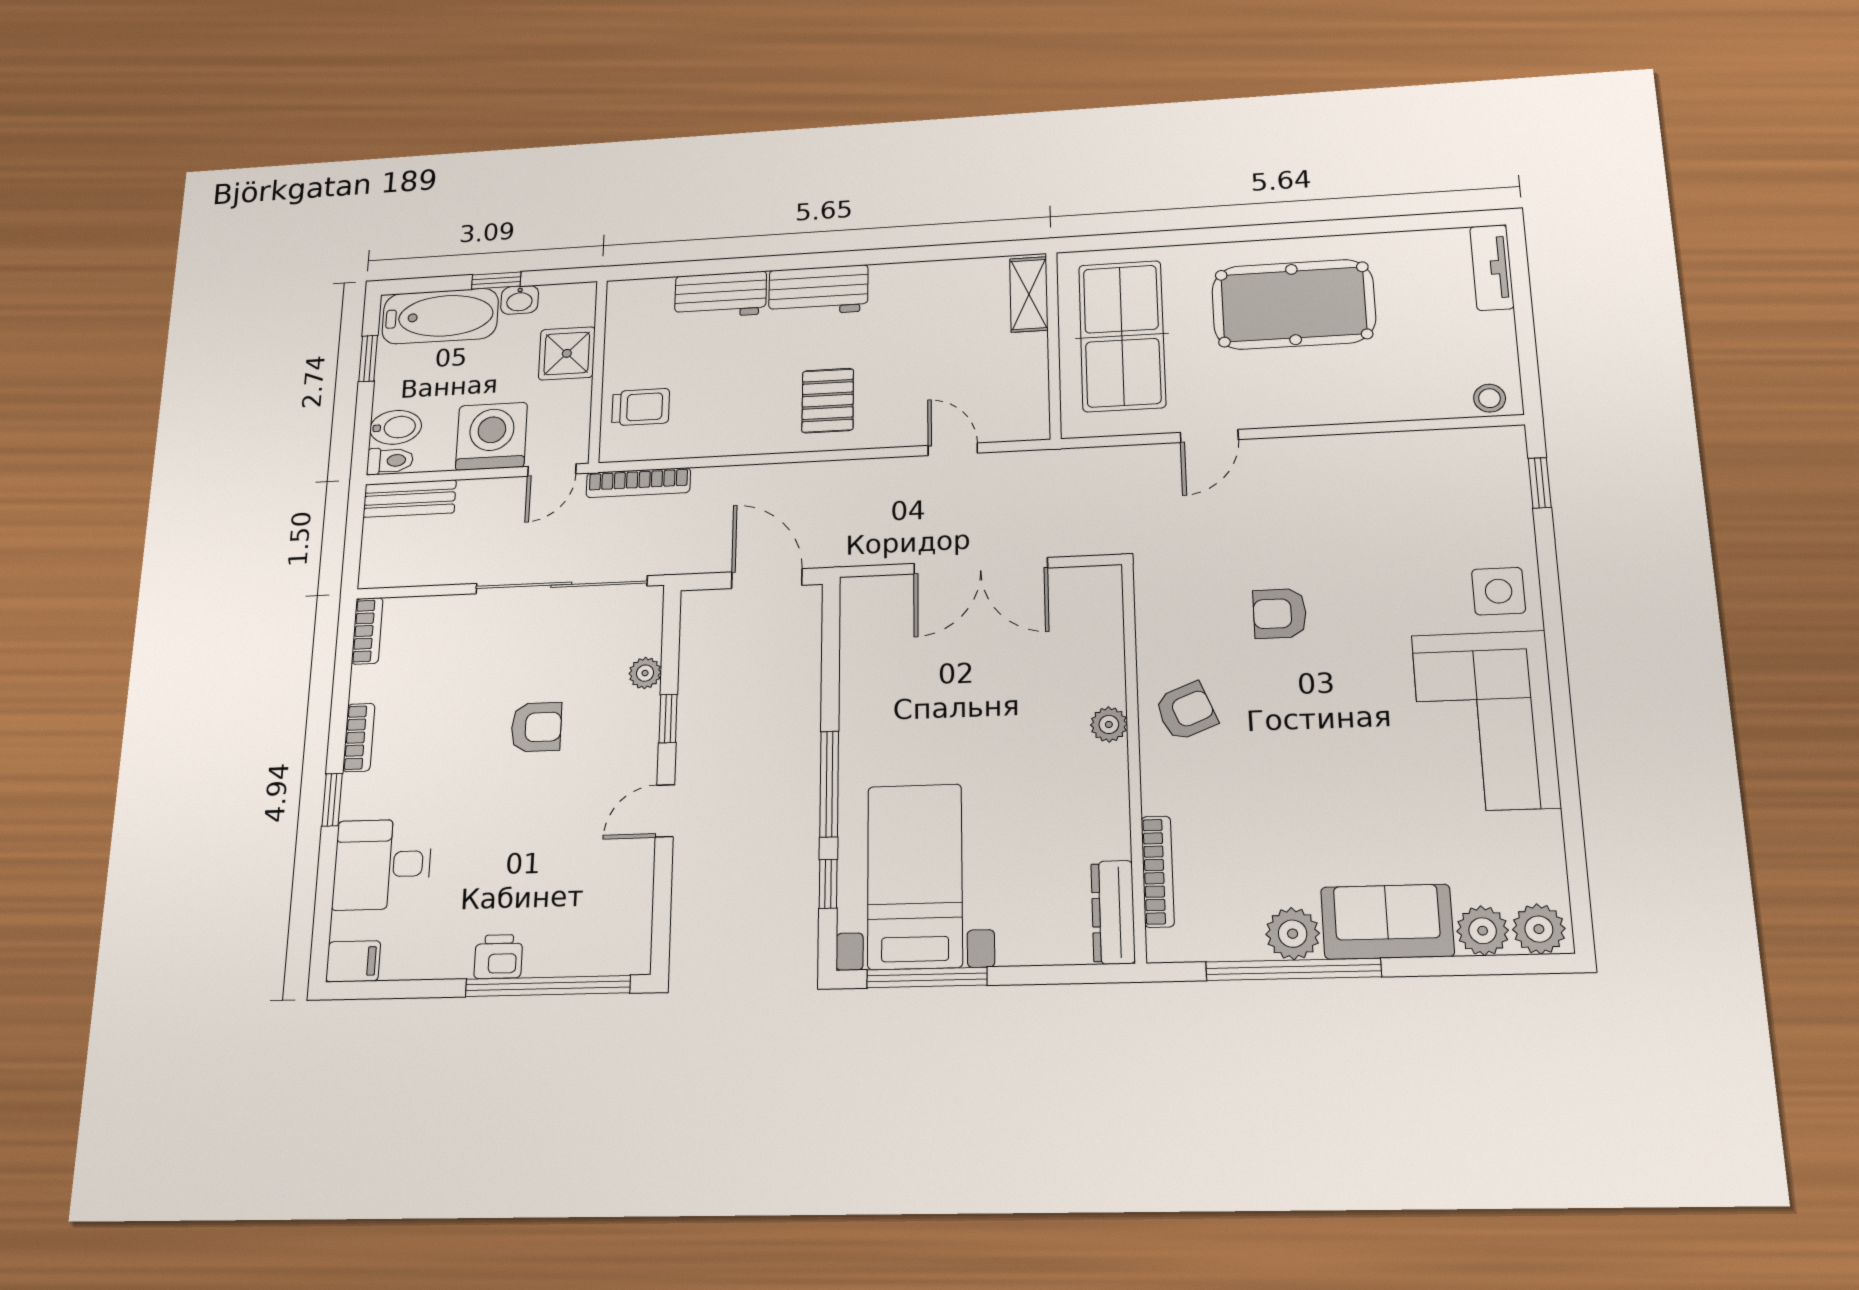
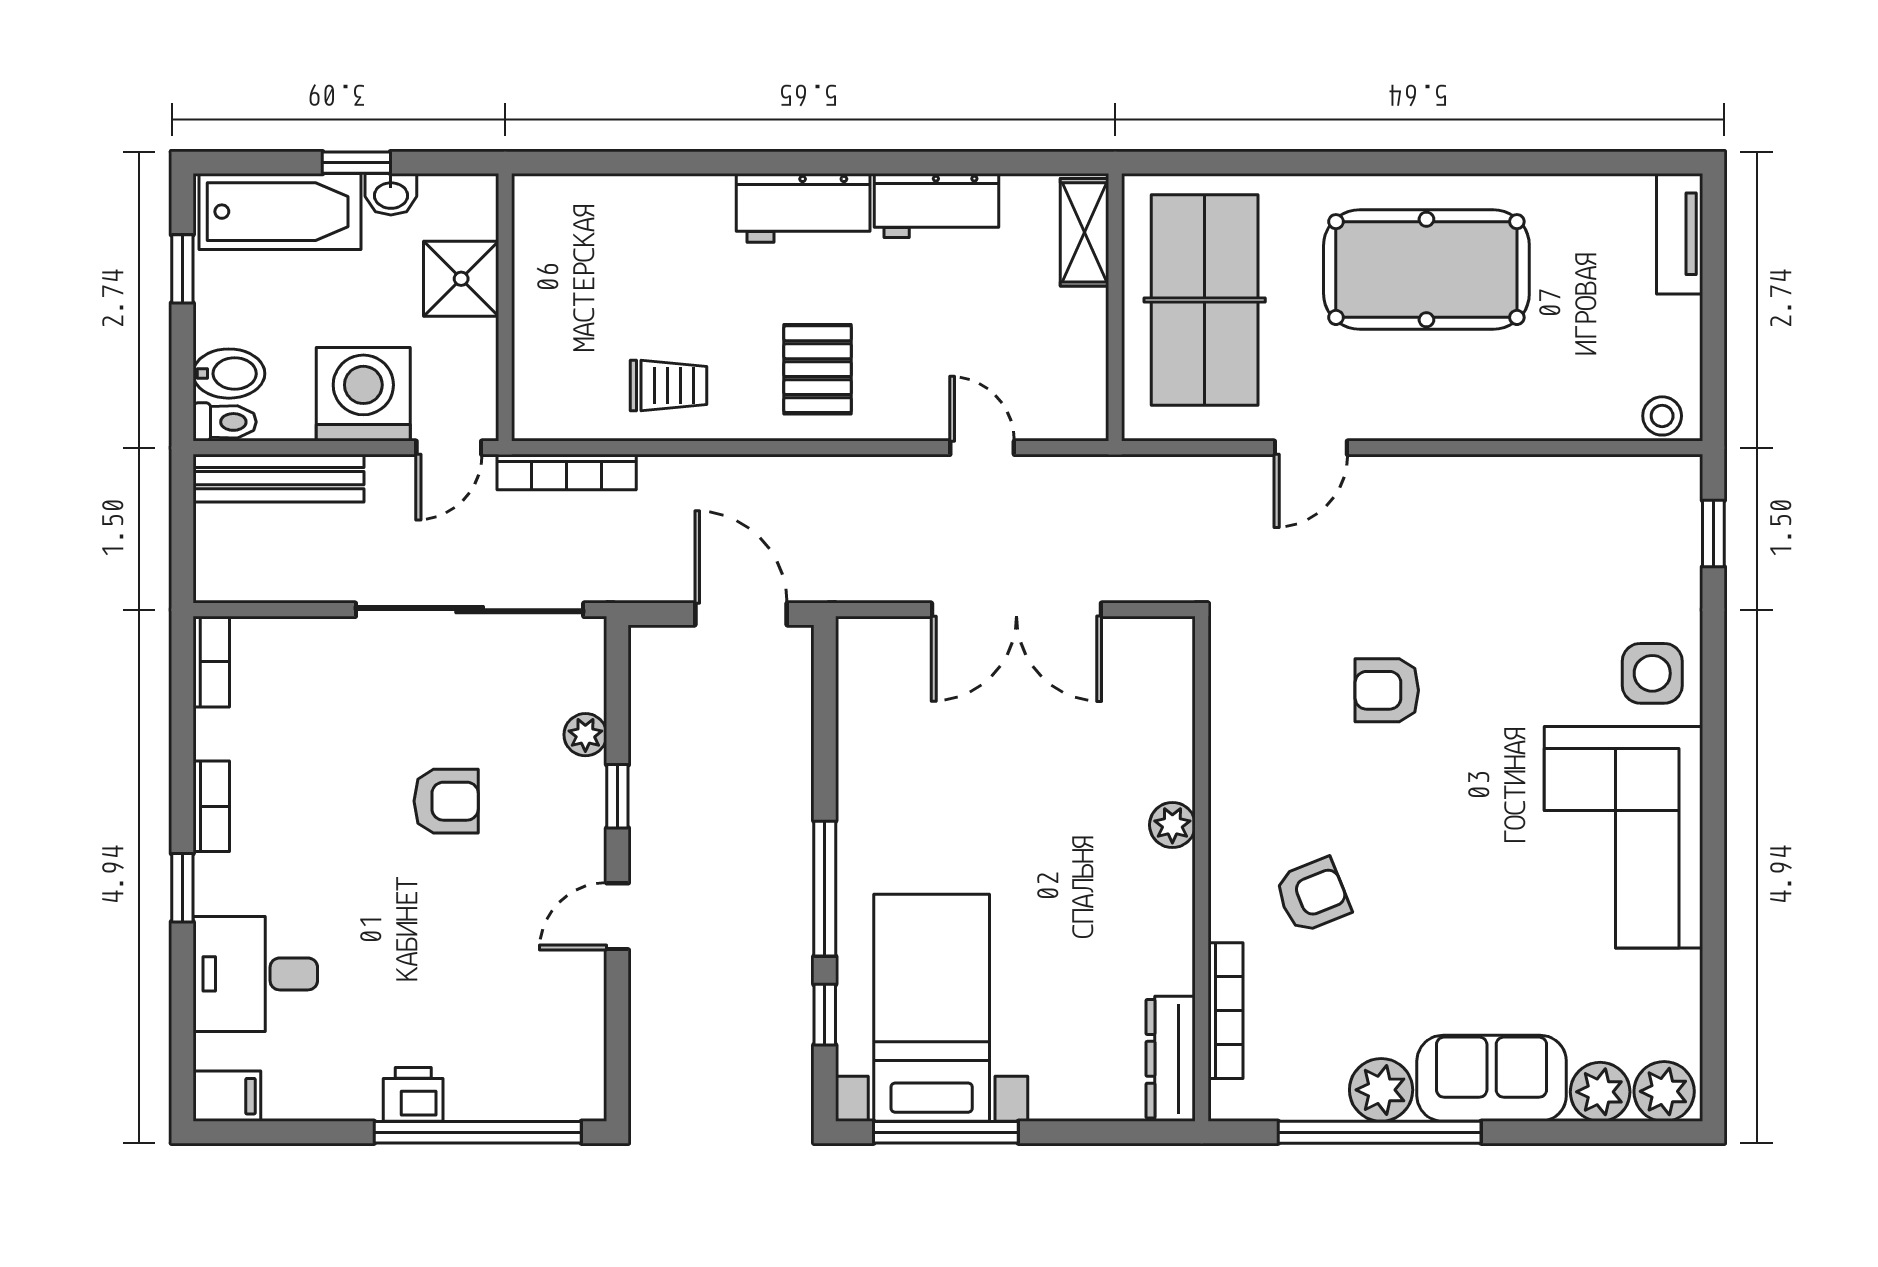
workbench: (720, 295) -> (936, 206), moved
trolley: (641, 407) -> (669, 386), moved
bench: (410, 499) -> (279, 478), width x1.36
armchair: (1186, 711) -> (1313, 895), moved

